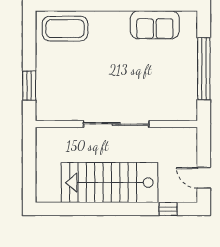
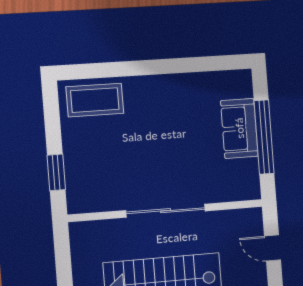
sofa: (155, 25) -> (239, 128), moved, turned 90
door: (204, 178) -> (273, 248), moved

